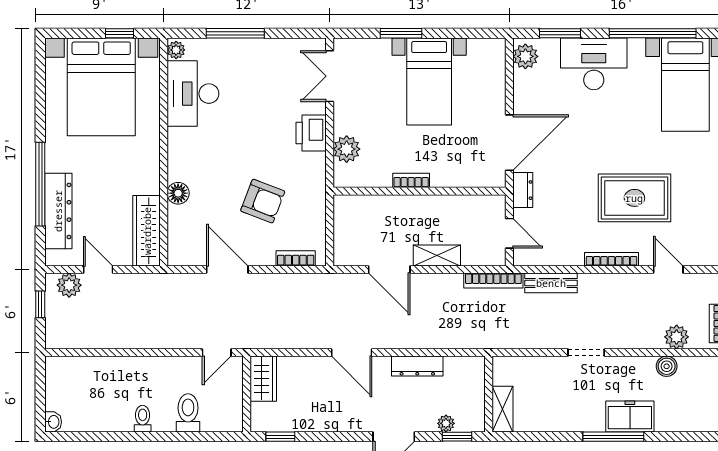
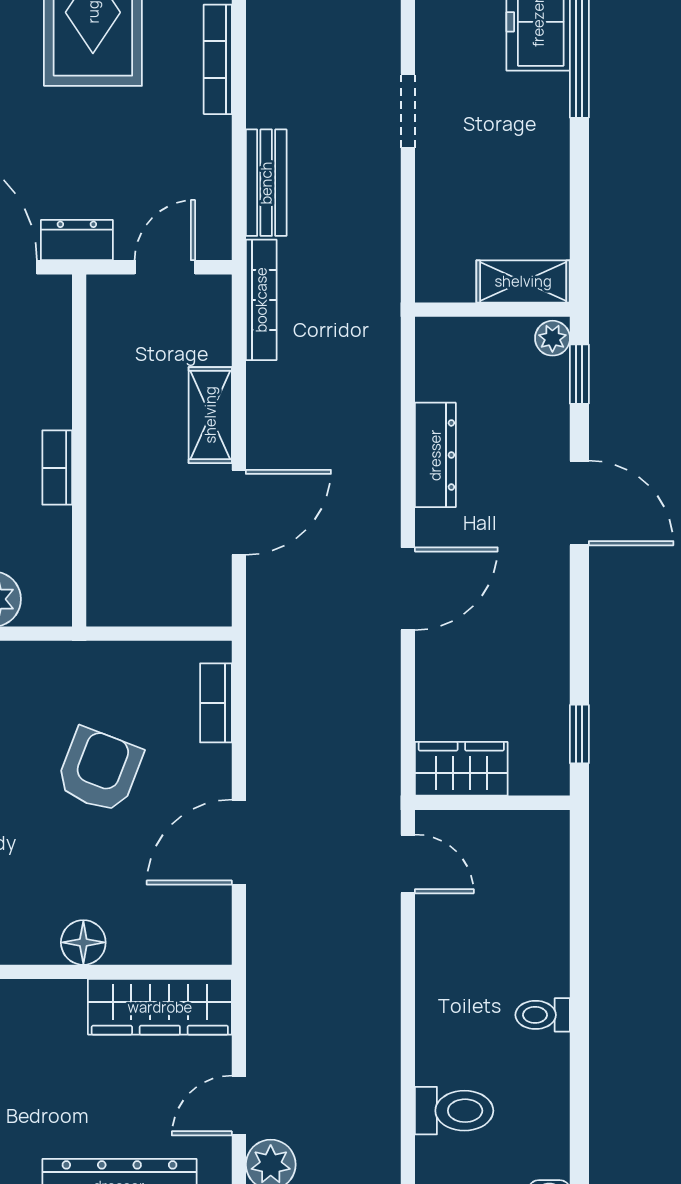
toilet: (188, 413) -> (454, 1111), moved, turned 180
plant: (446, 423) -> (552, 338), moved

